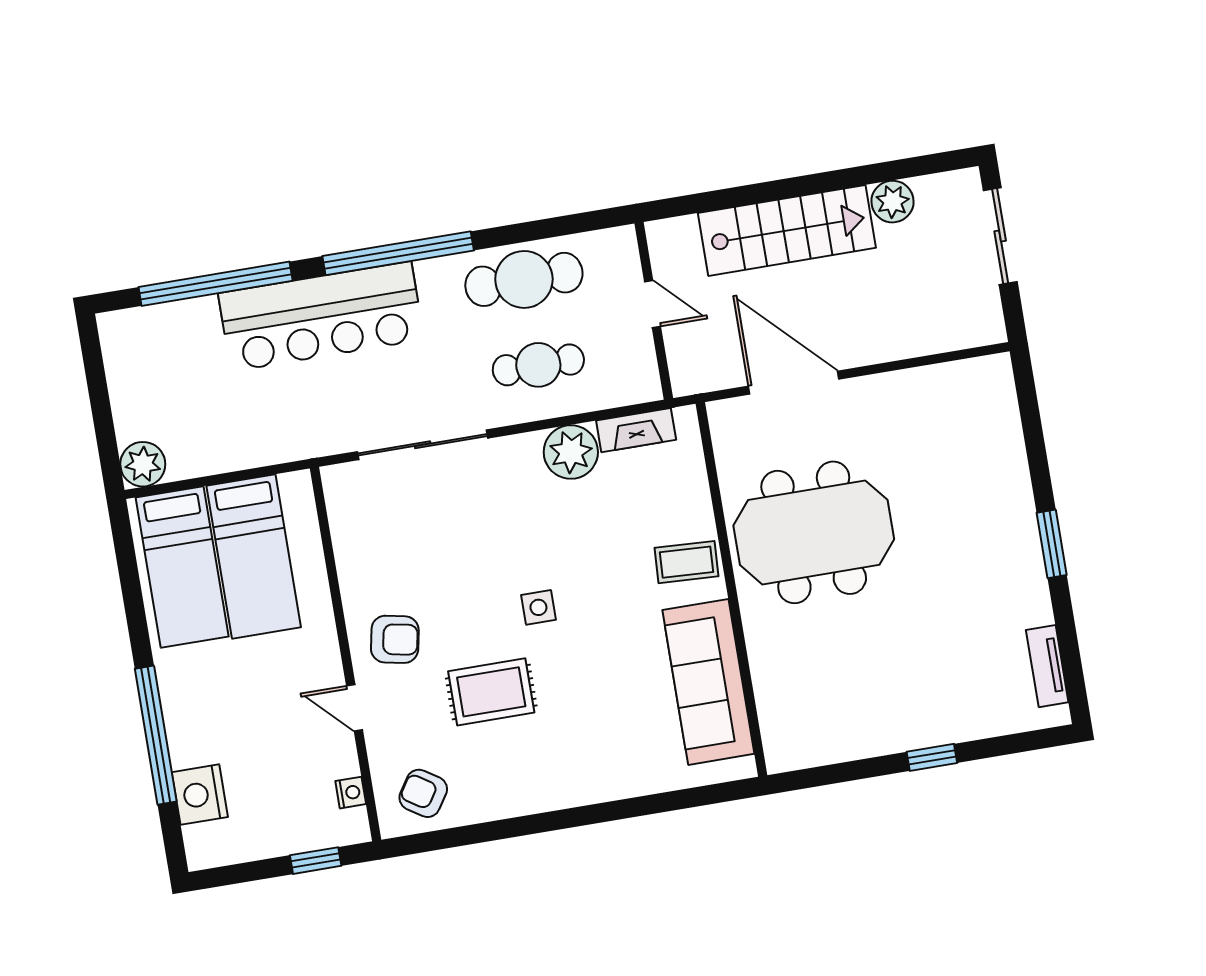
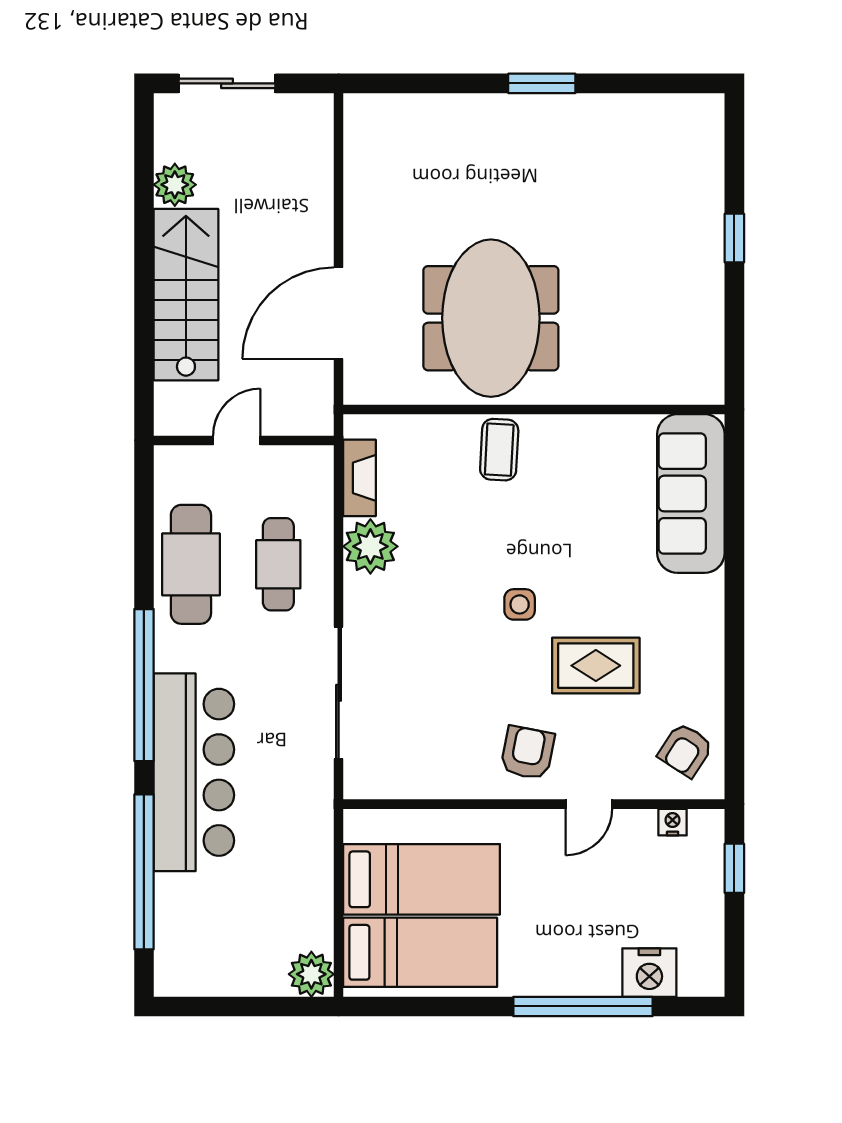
tv unit: (1047, 666) -> (663, 108), removed
sofa: (708, 682) -> (691, 494), moved, turned 90
rug: (491, 692) -> (596, 666), turned 90

